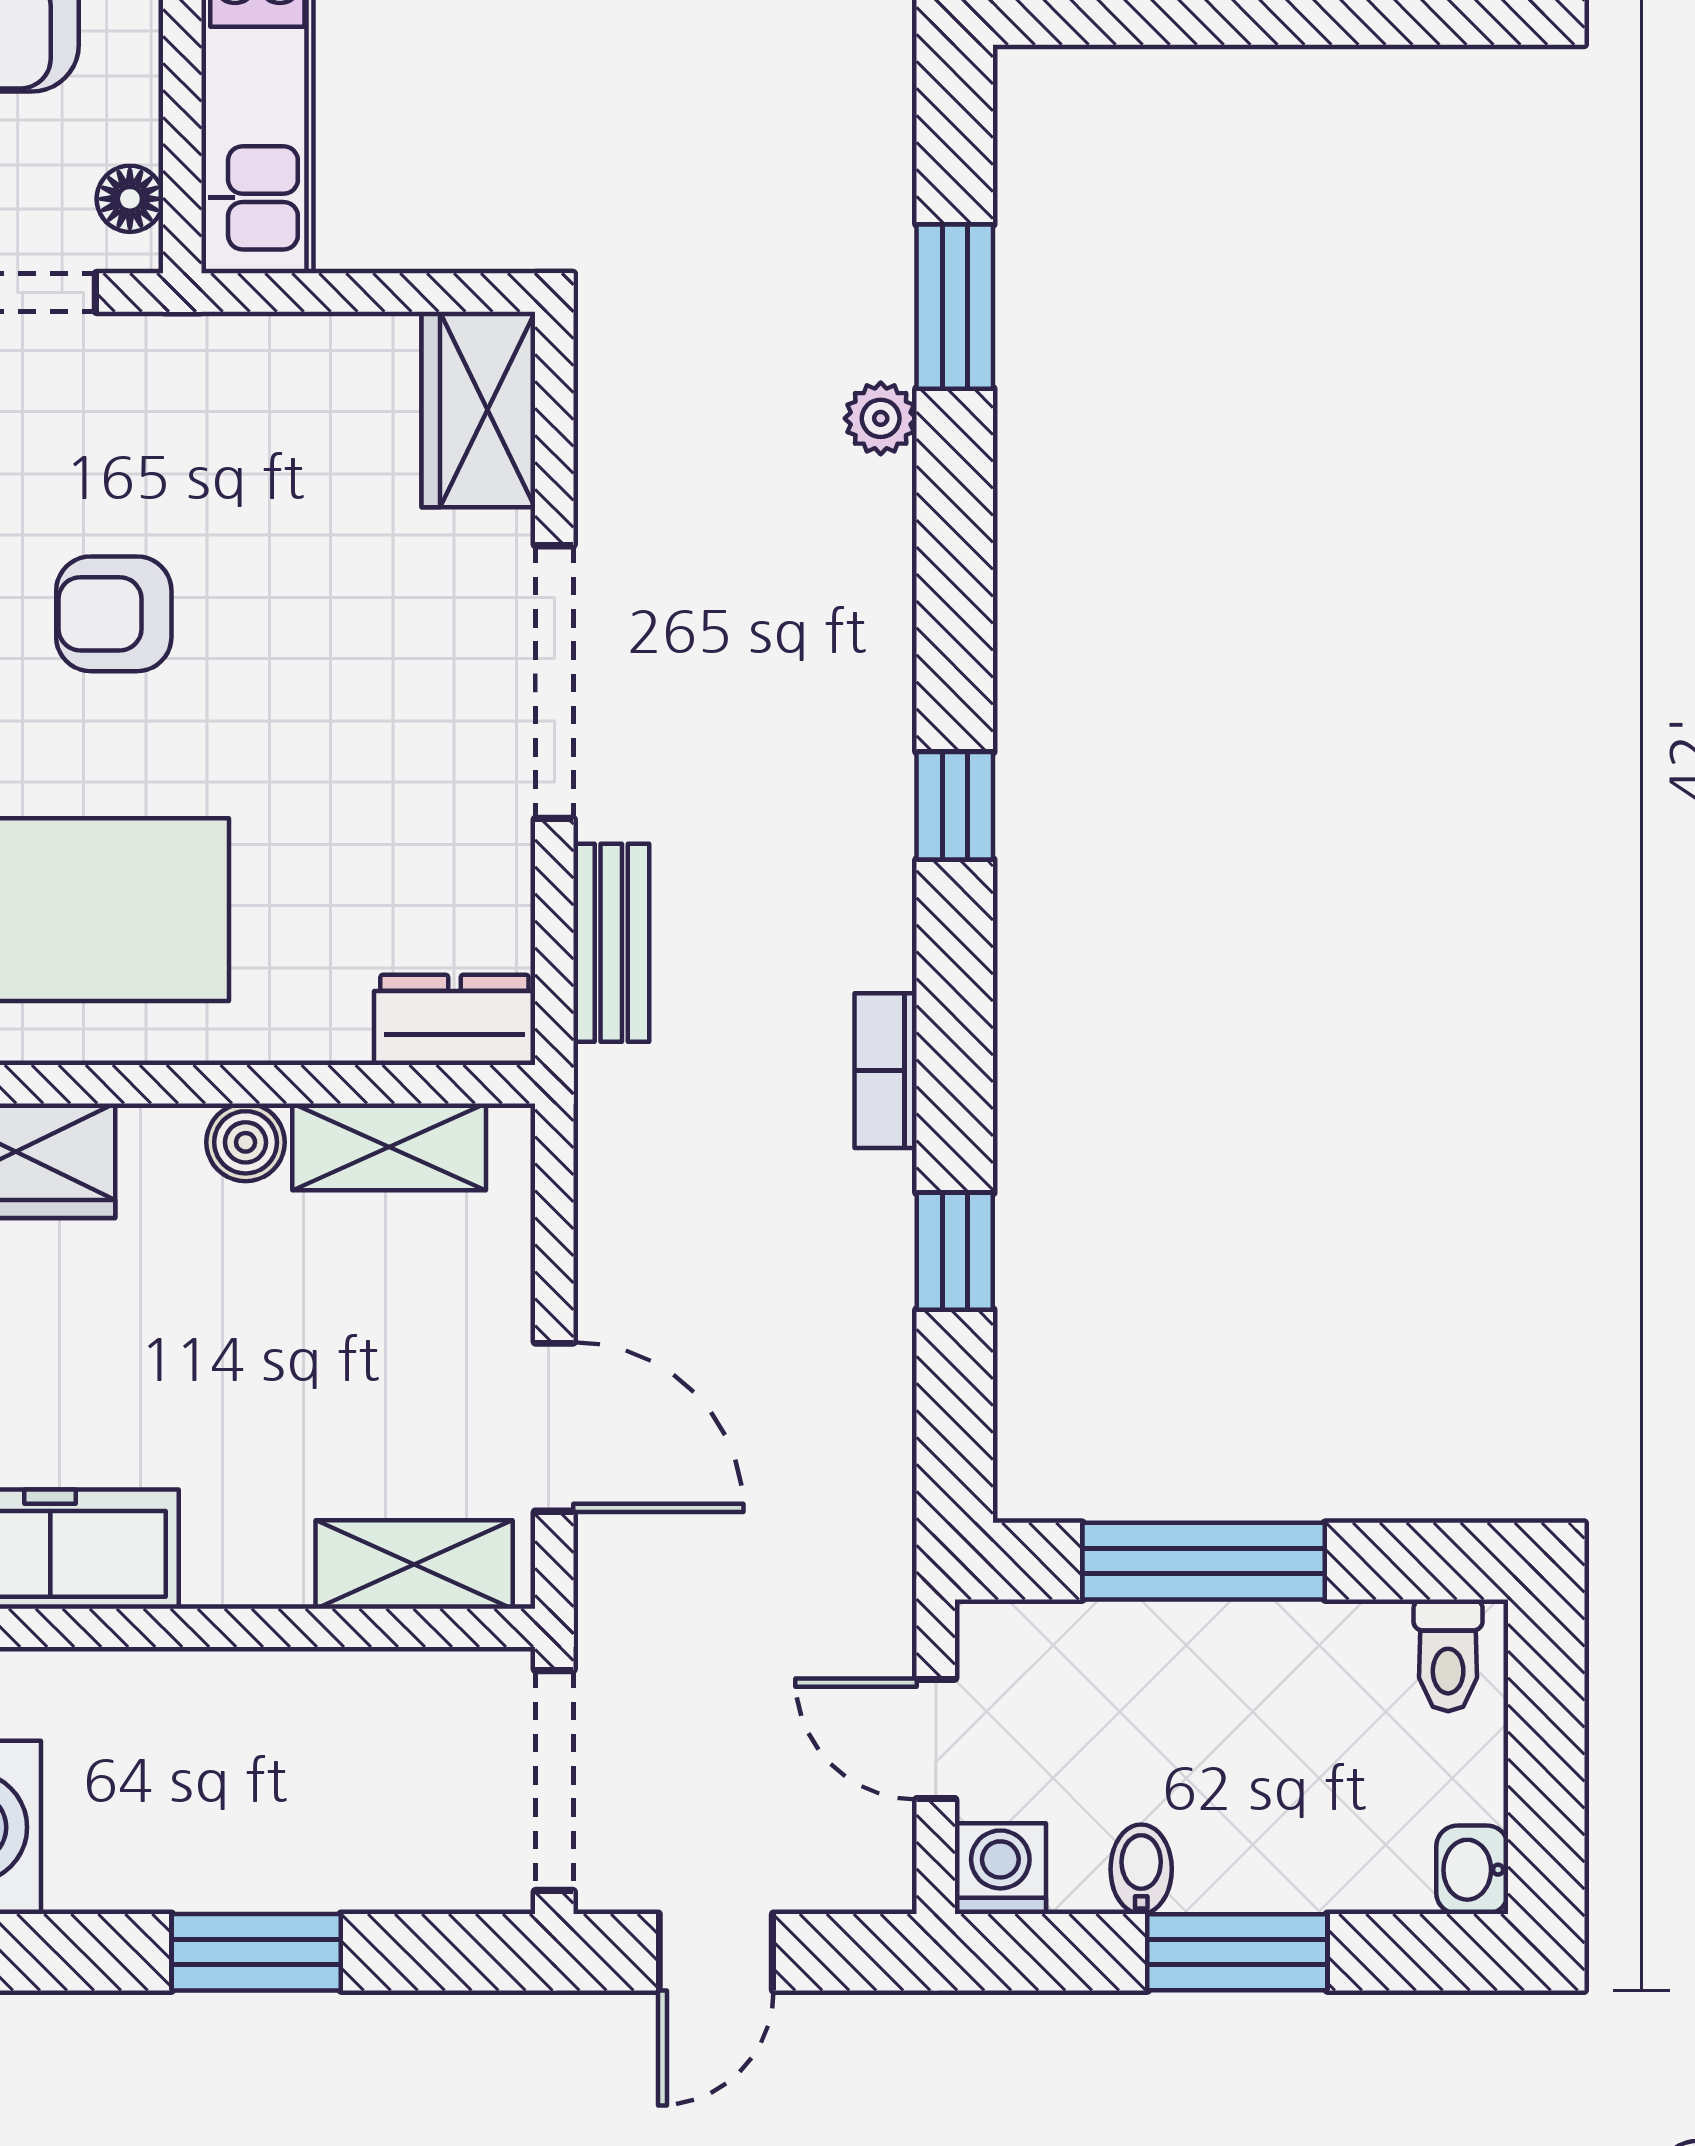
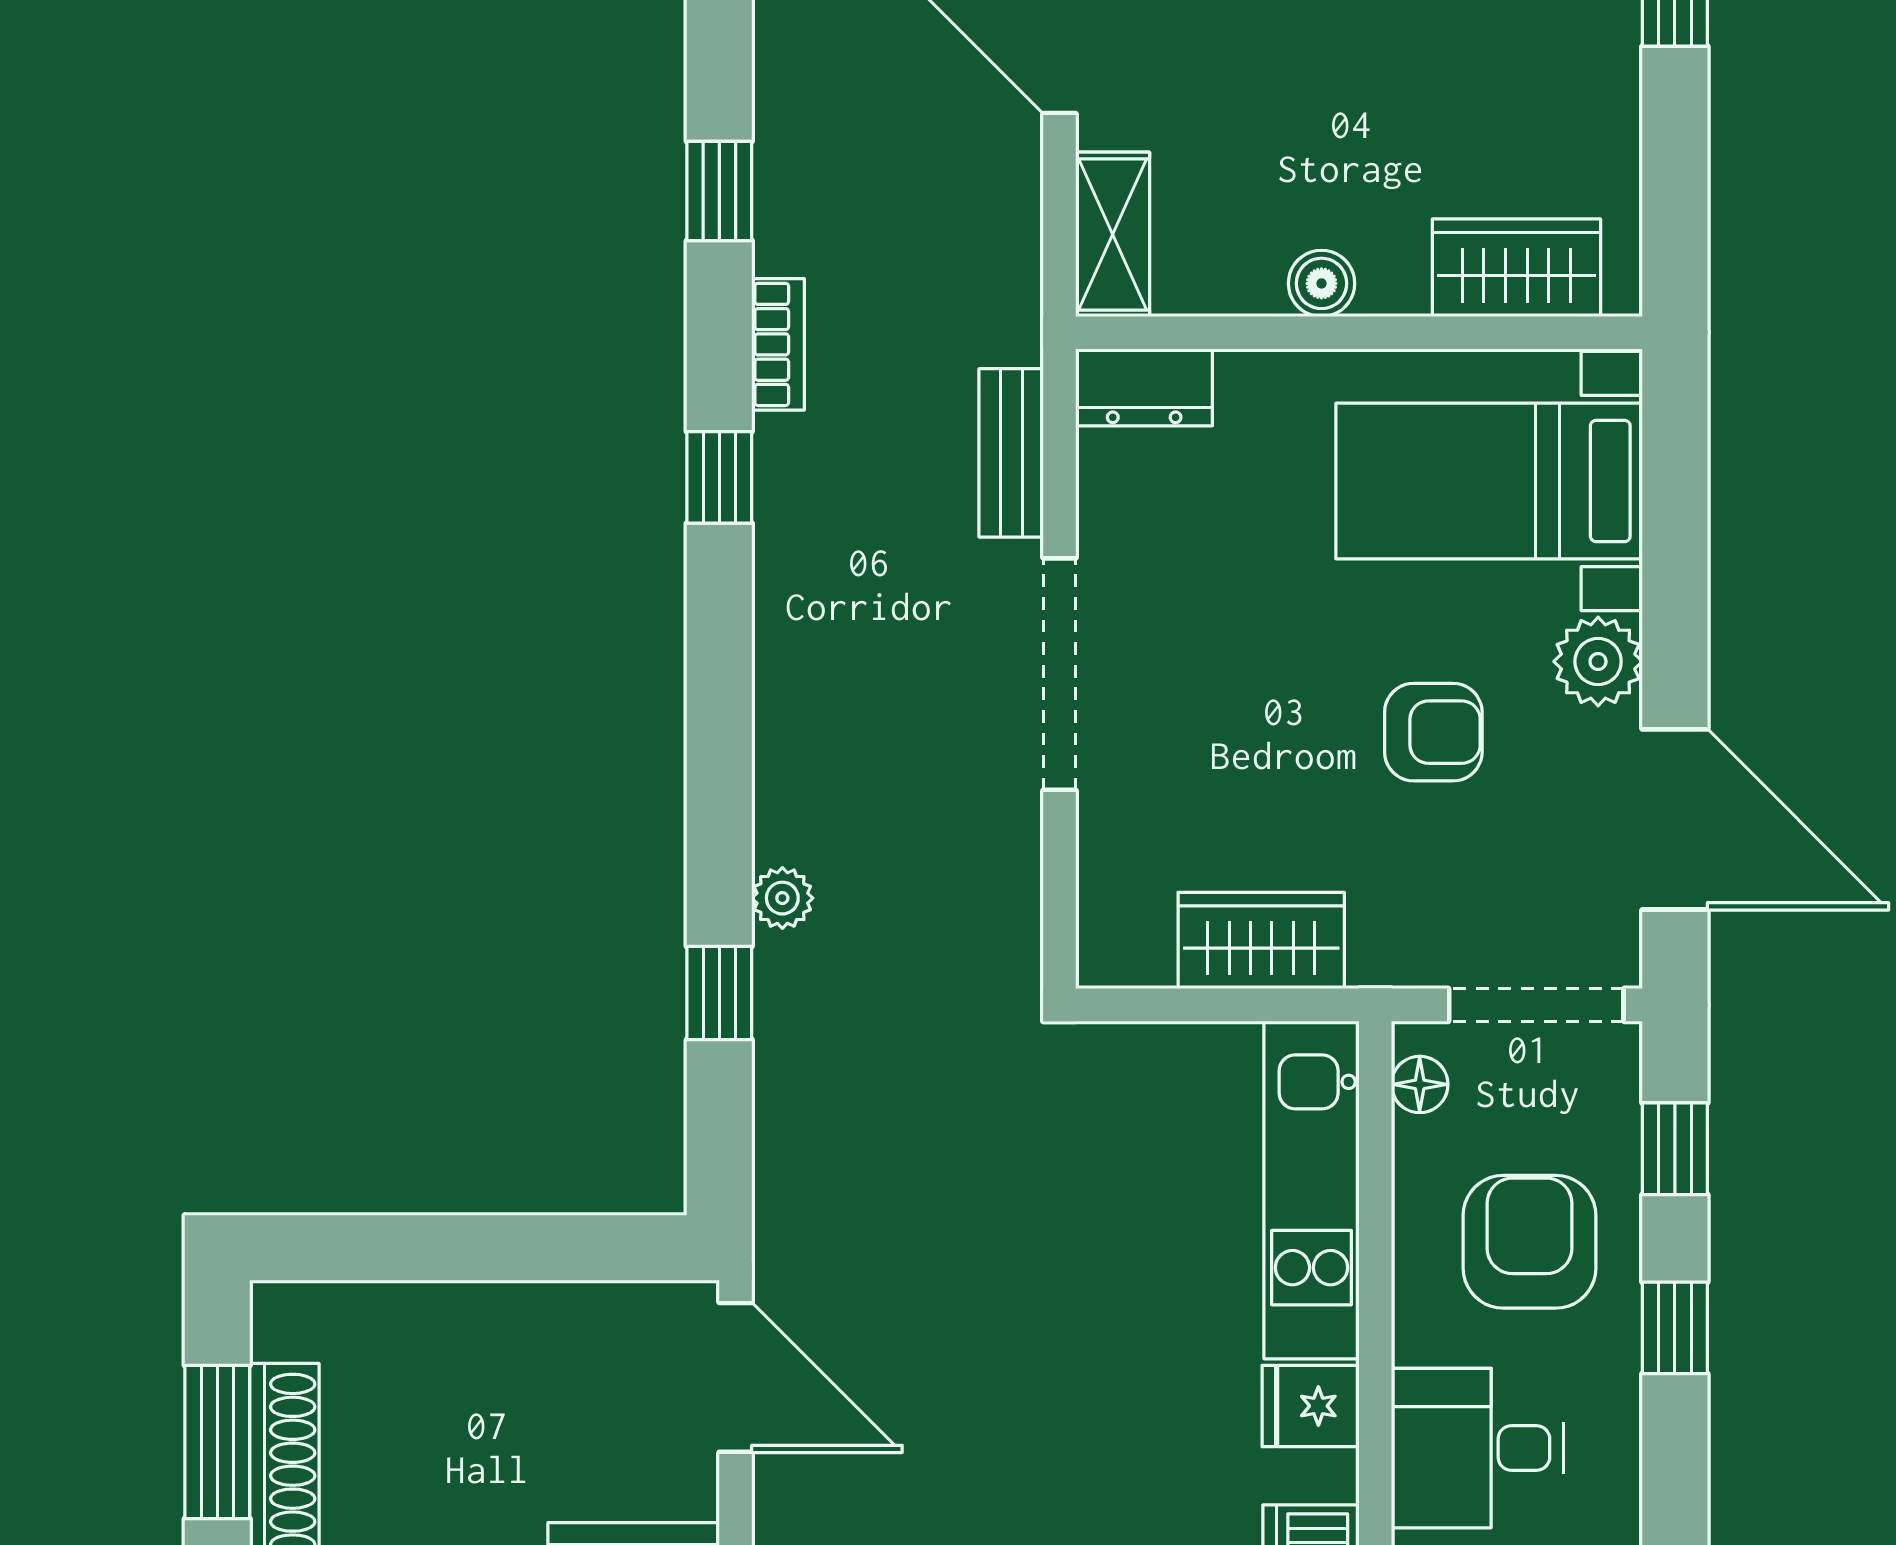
window: (955, 307) -> (719, 993), width x0.67
wardrobe: (478, 409) -> (1261, 941), moved, turned -90
window: (955, 806) -> (719, 477), moved
shelving: (389, 1147) -> (1113, 234), moved, turned 90

